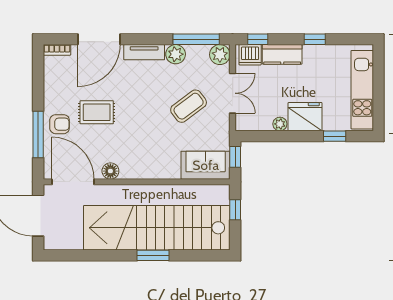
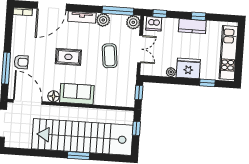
kitchen counter: (282, 54) -> (192, 26), moved
coffee table: (189, 106) -> (110, 56), turned -60
rug: (97, 112) -> (68, 57), moved
sofa: (206, 165) -> (77, 94), moved

